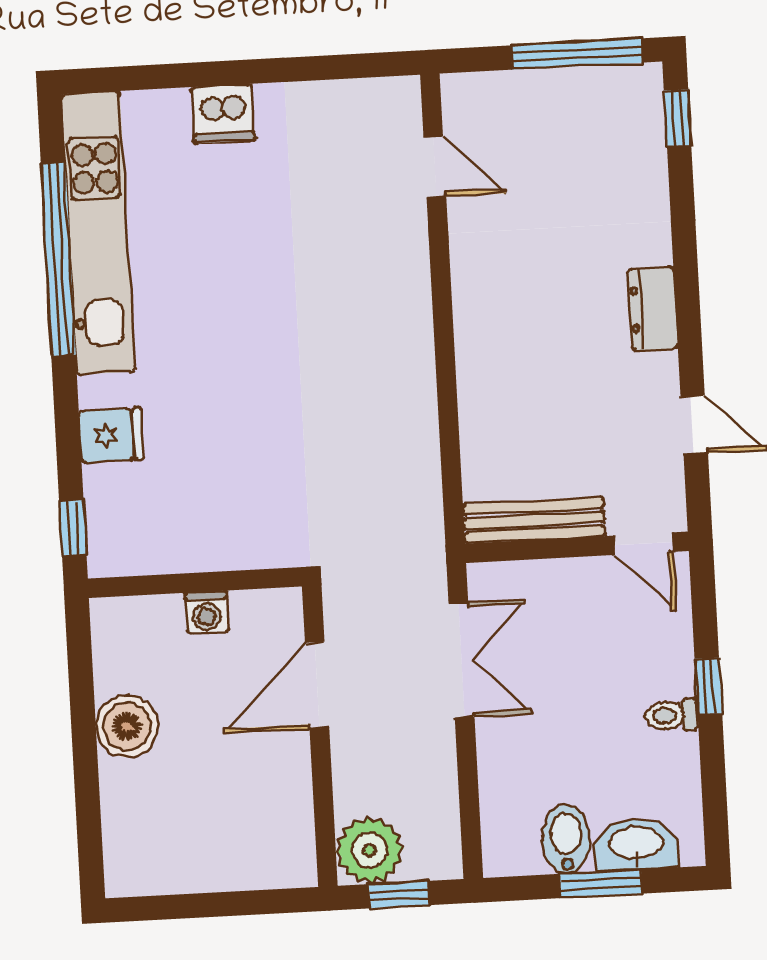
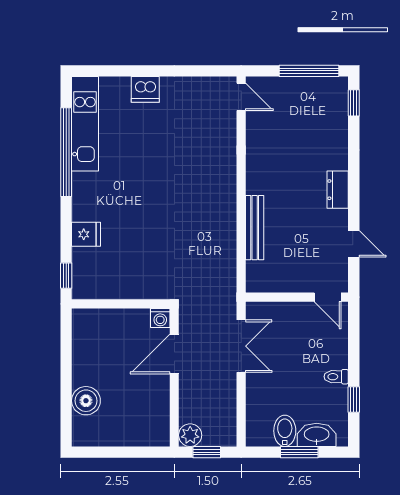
door: (435, 167) -> (241, 97), moved
kitchen unit: (98, 233) -> (85, 124), width x0.73
bench: (534, 520) -> (255, 228), moved, turned 90
washing machine: (207, 613) -> (160, 318), moved
window: (708, 686) -> (354, 399), moved
boiler: (127, 726) -> (86, 401), moved
plant: (370, 850) -> (190, 435), width x0.73, depth x0.73

